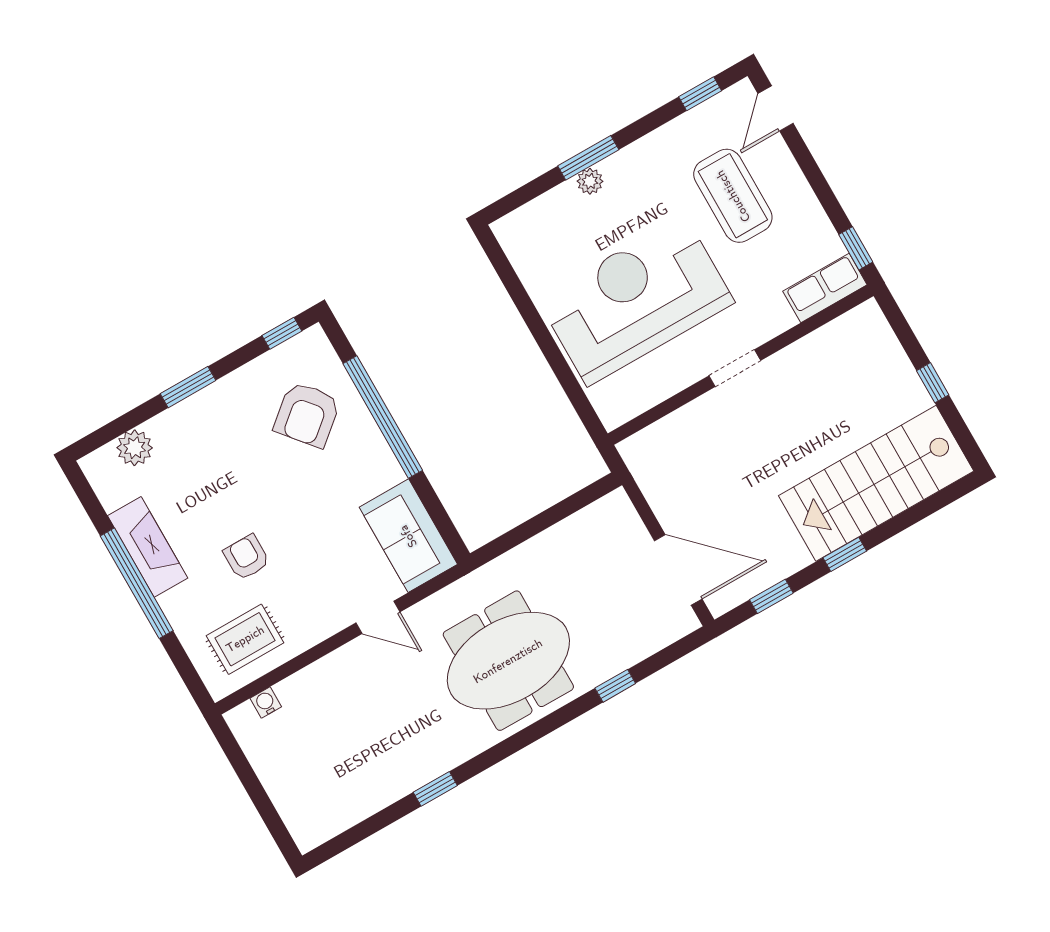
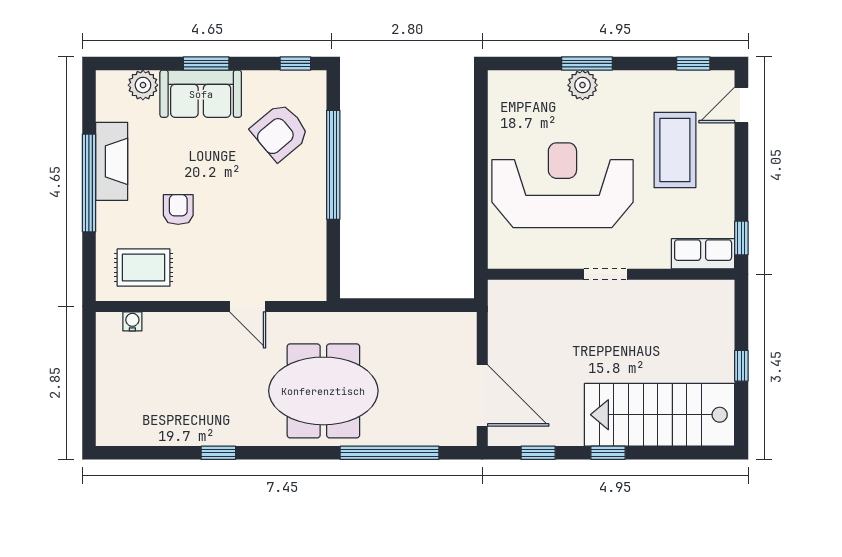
plant: (590, 181) -> (583, 85), width x1.38, depth x1.38
sofa: (408, 536) -> (201, 94), moved, turned -90
window: (615, 686) -> (390, 453), width x3.17

